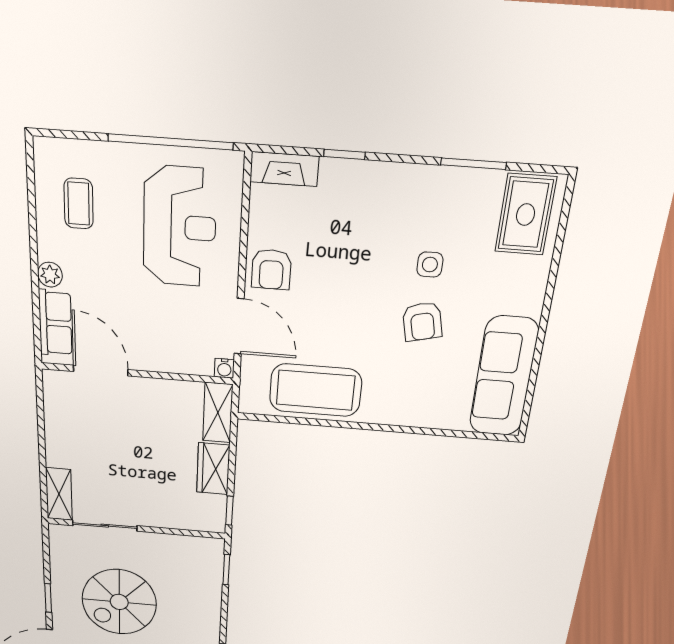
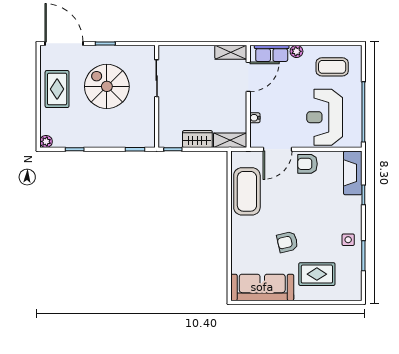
fireplace: (284, 169) -> (353, 173), width x1.37, depth x1.32
coffee table: (79, 204) -> (332, 67), width x1.36, depth x1.30
rug: (526, 215) -> (317, 274), moved
reception desk: (180, 227) -> (325, 117), turned 90
side table: (430, 265) -> (348, 240), moved
water cooler: (224, 368) -> (255, 118), moved
shelving: (59, 494) -> (231, 52), moved

